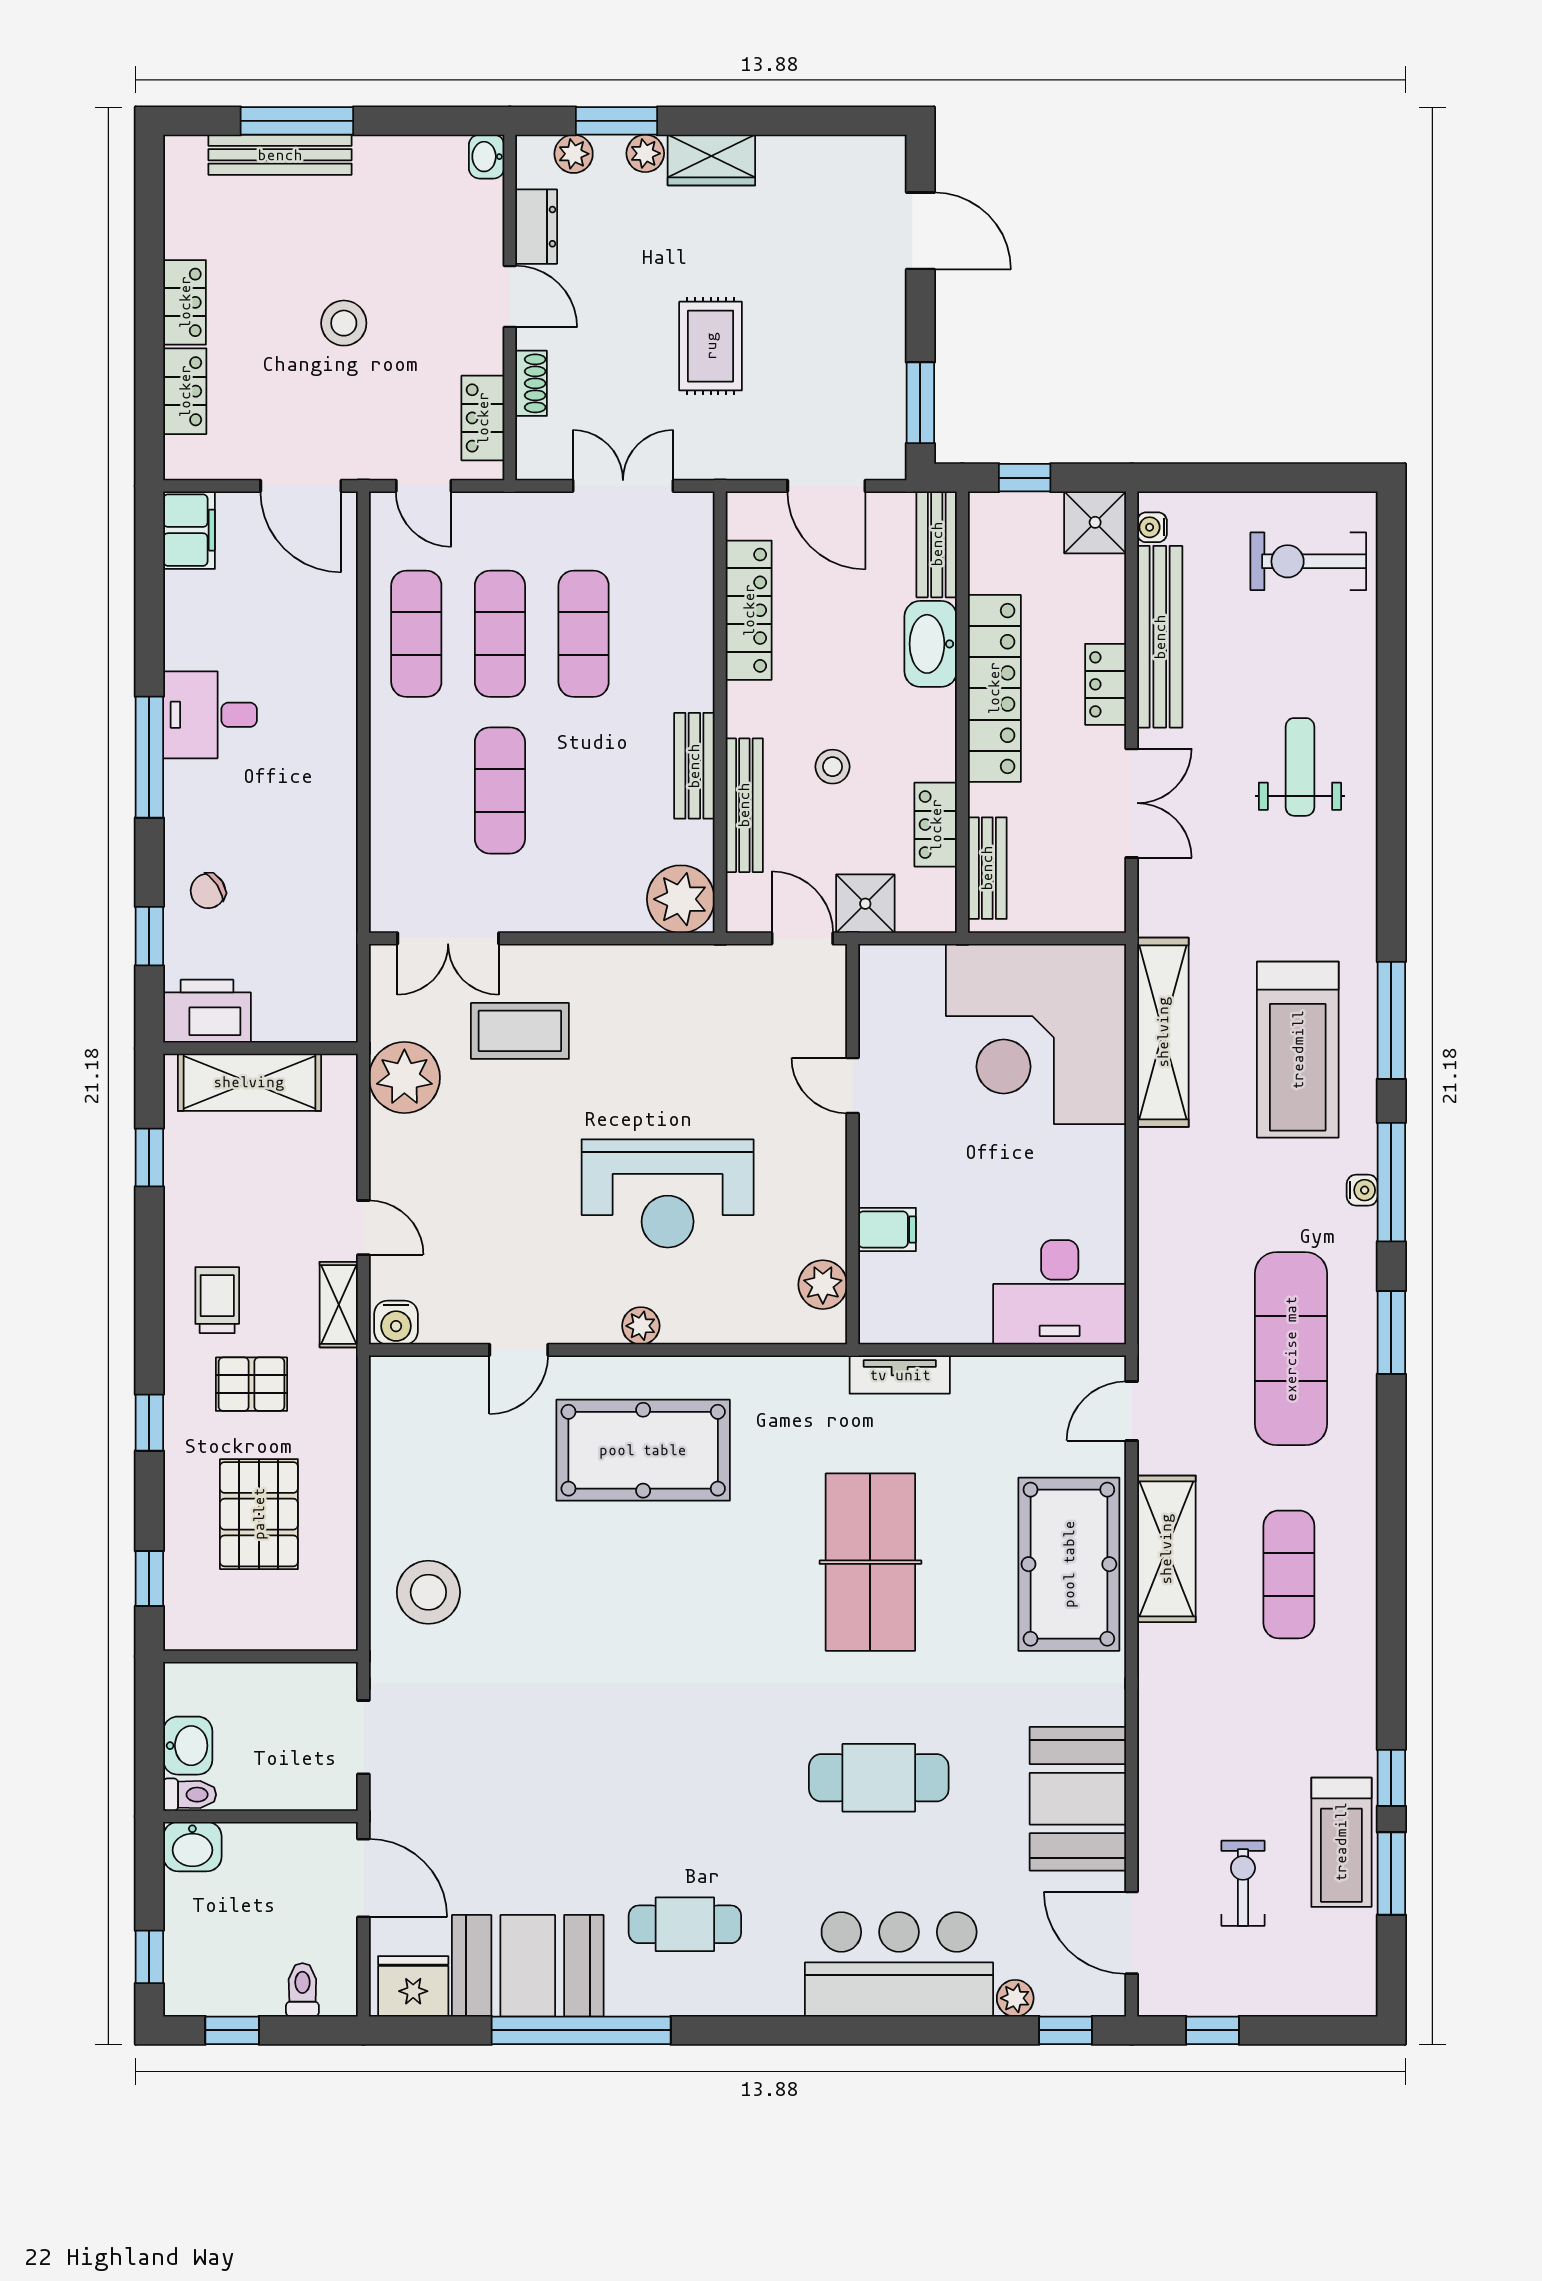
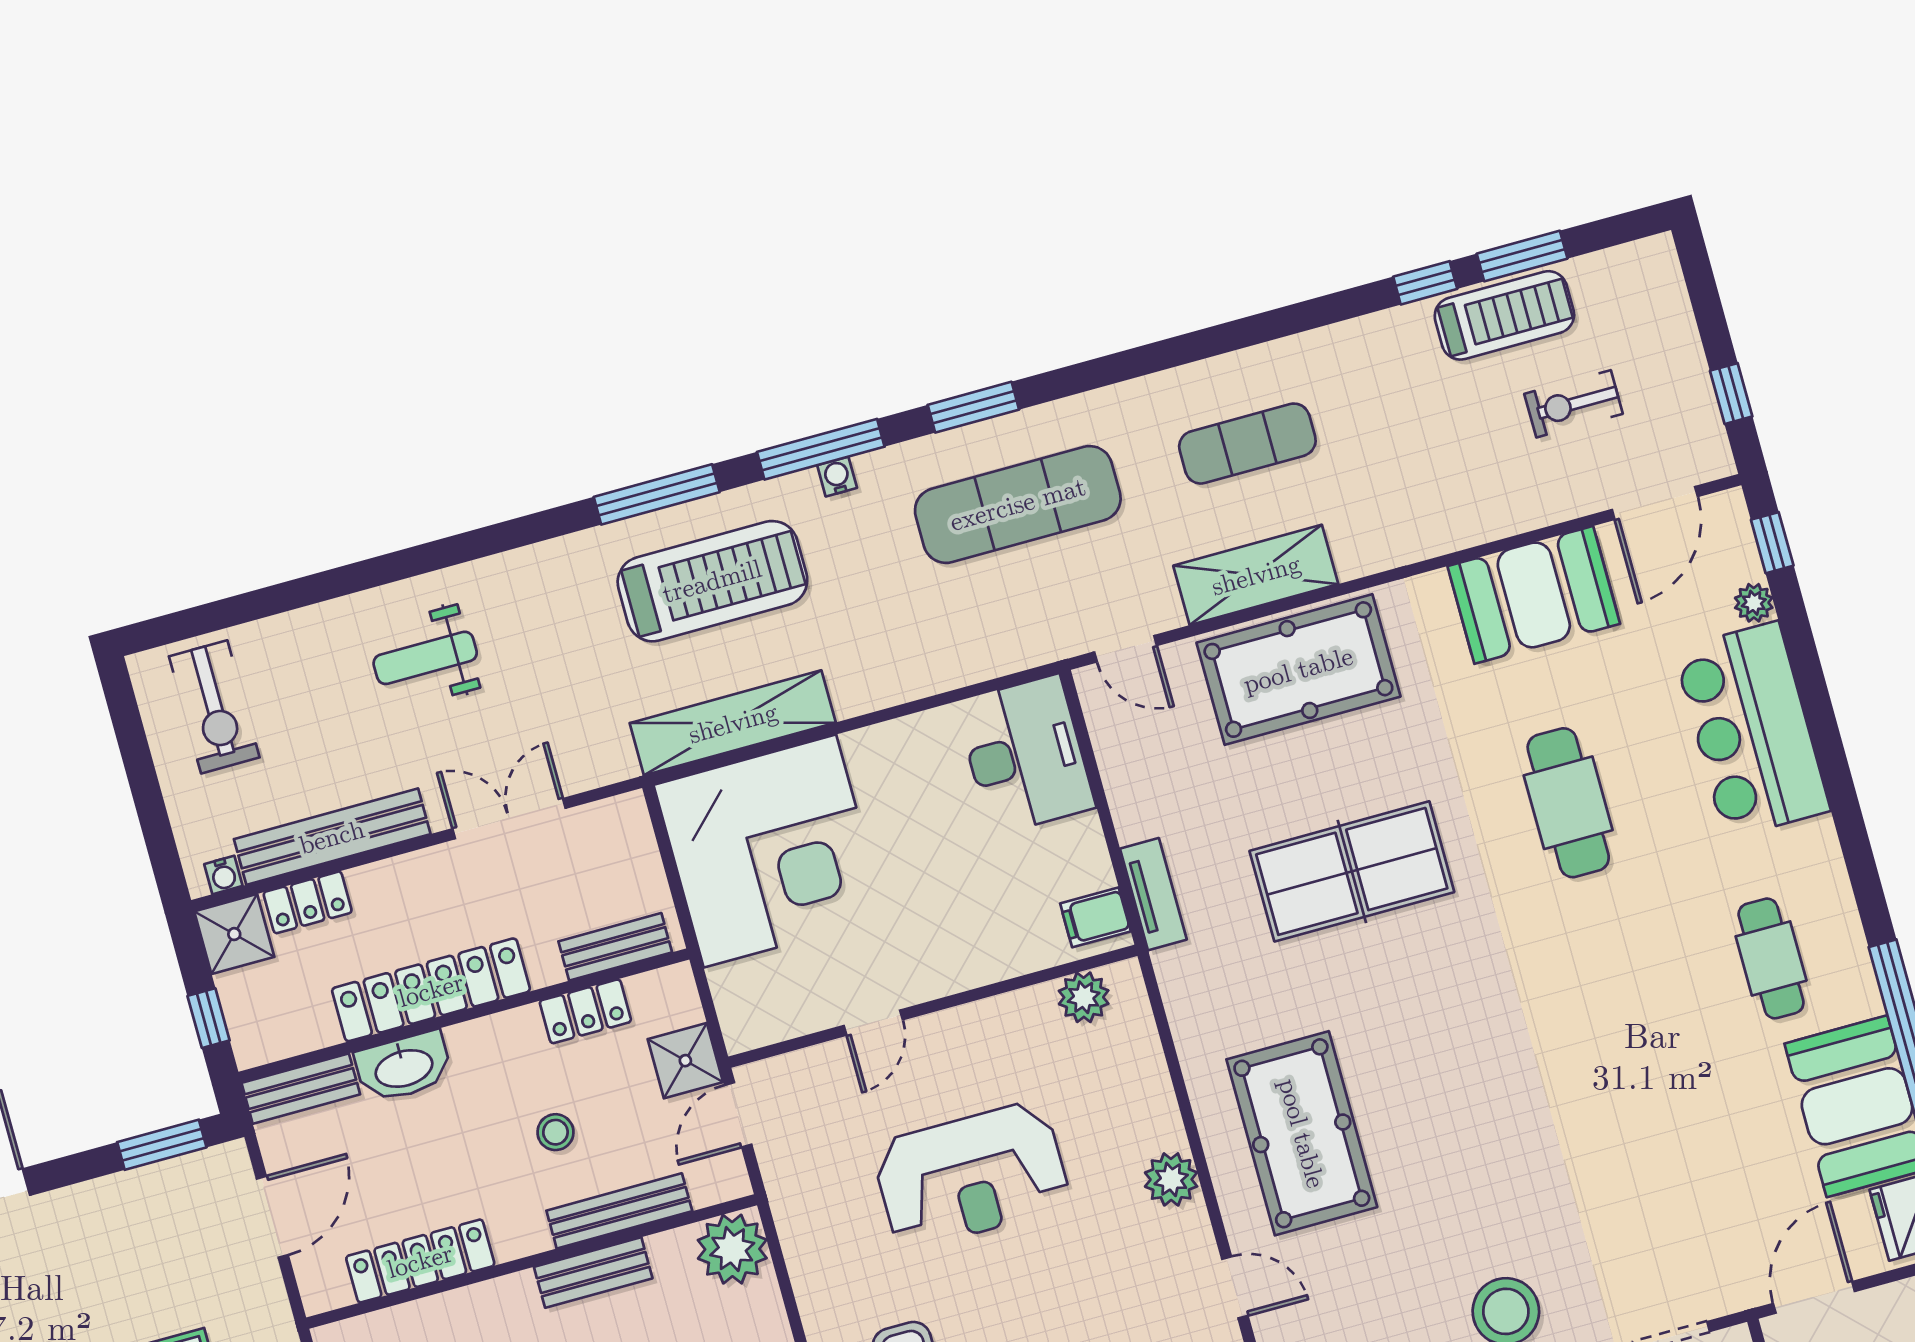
locker: (1106, 684) -> (308, 902), moved
reception desk: (668, 1193) -> (971, 1176), moved, turned 90
filing cabinet: (887, 1230) -> (1095, 917), moved, turned -90
plant: (641, 1326) -> (1171, 1179), width x1.38, depth x1.38

